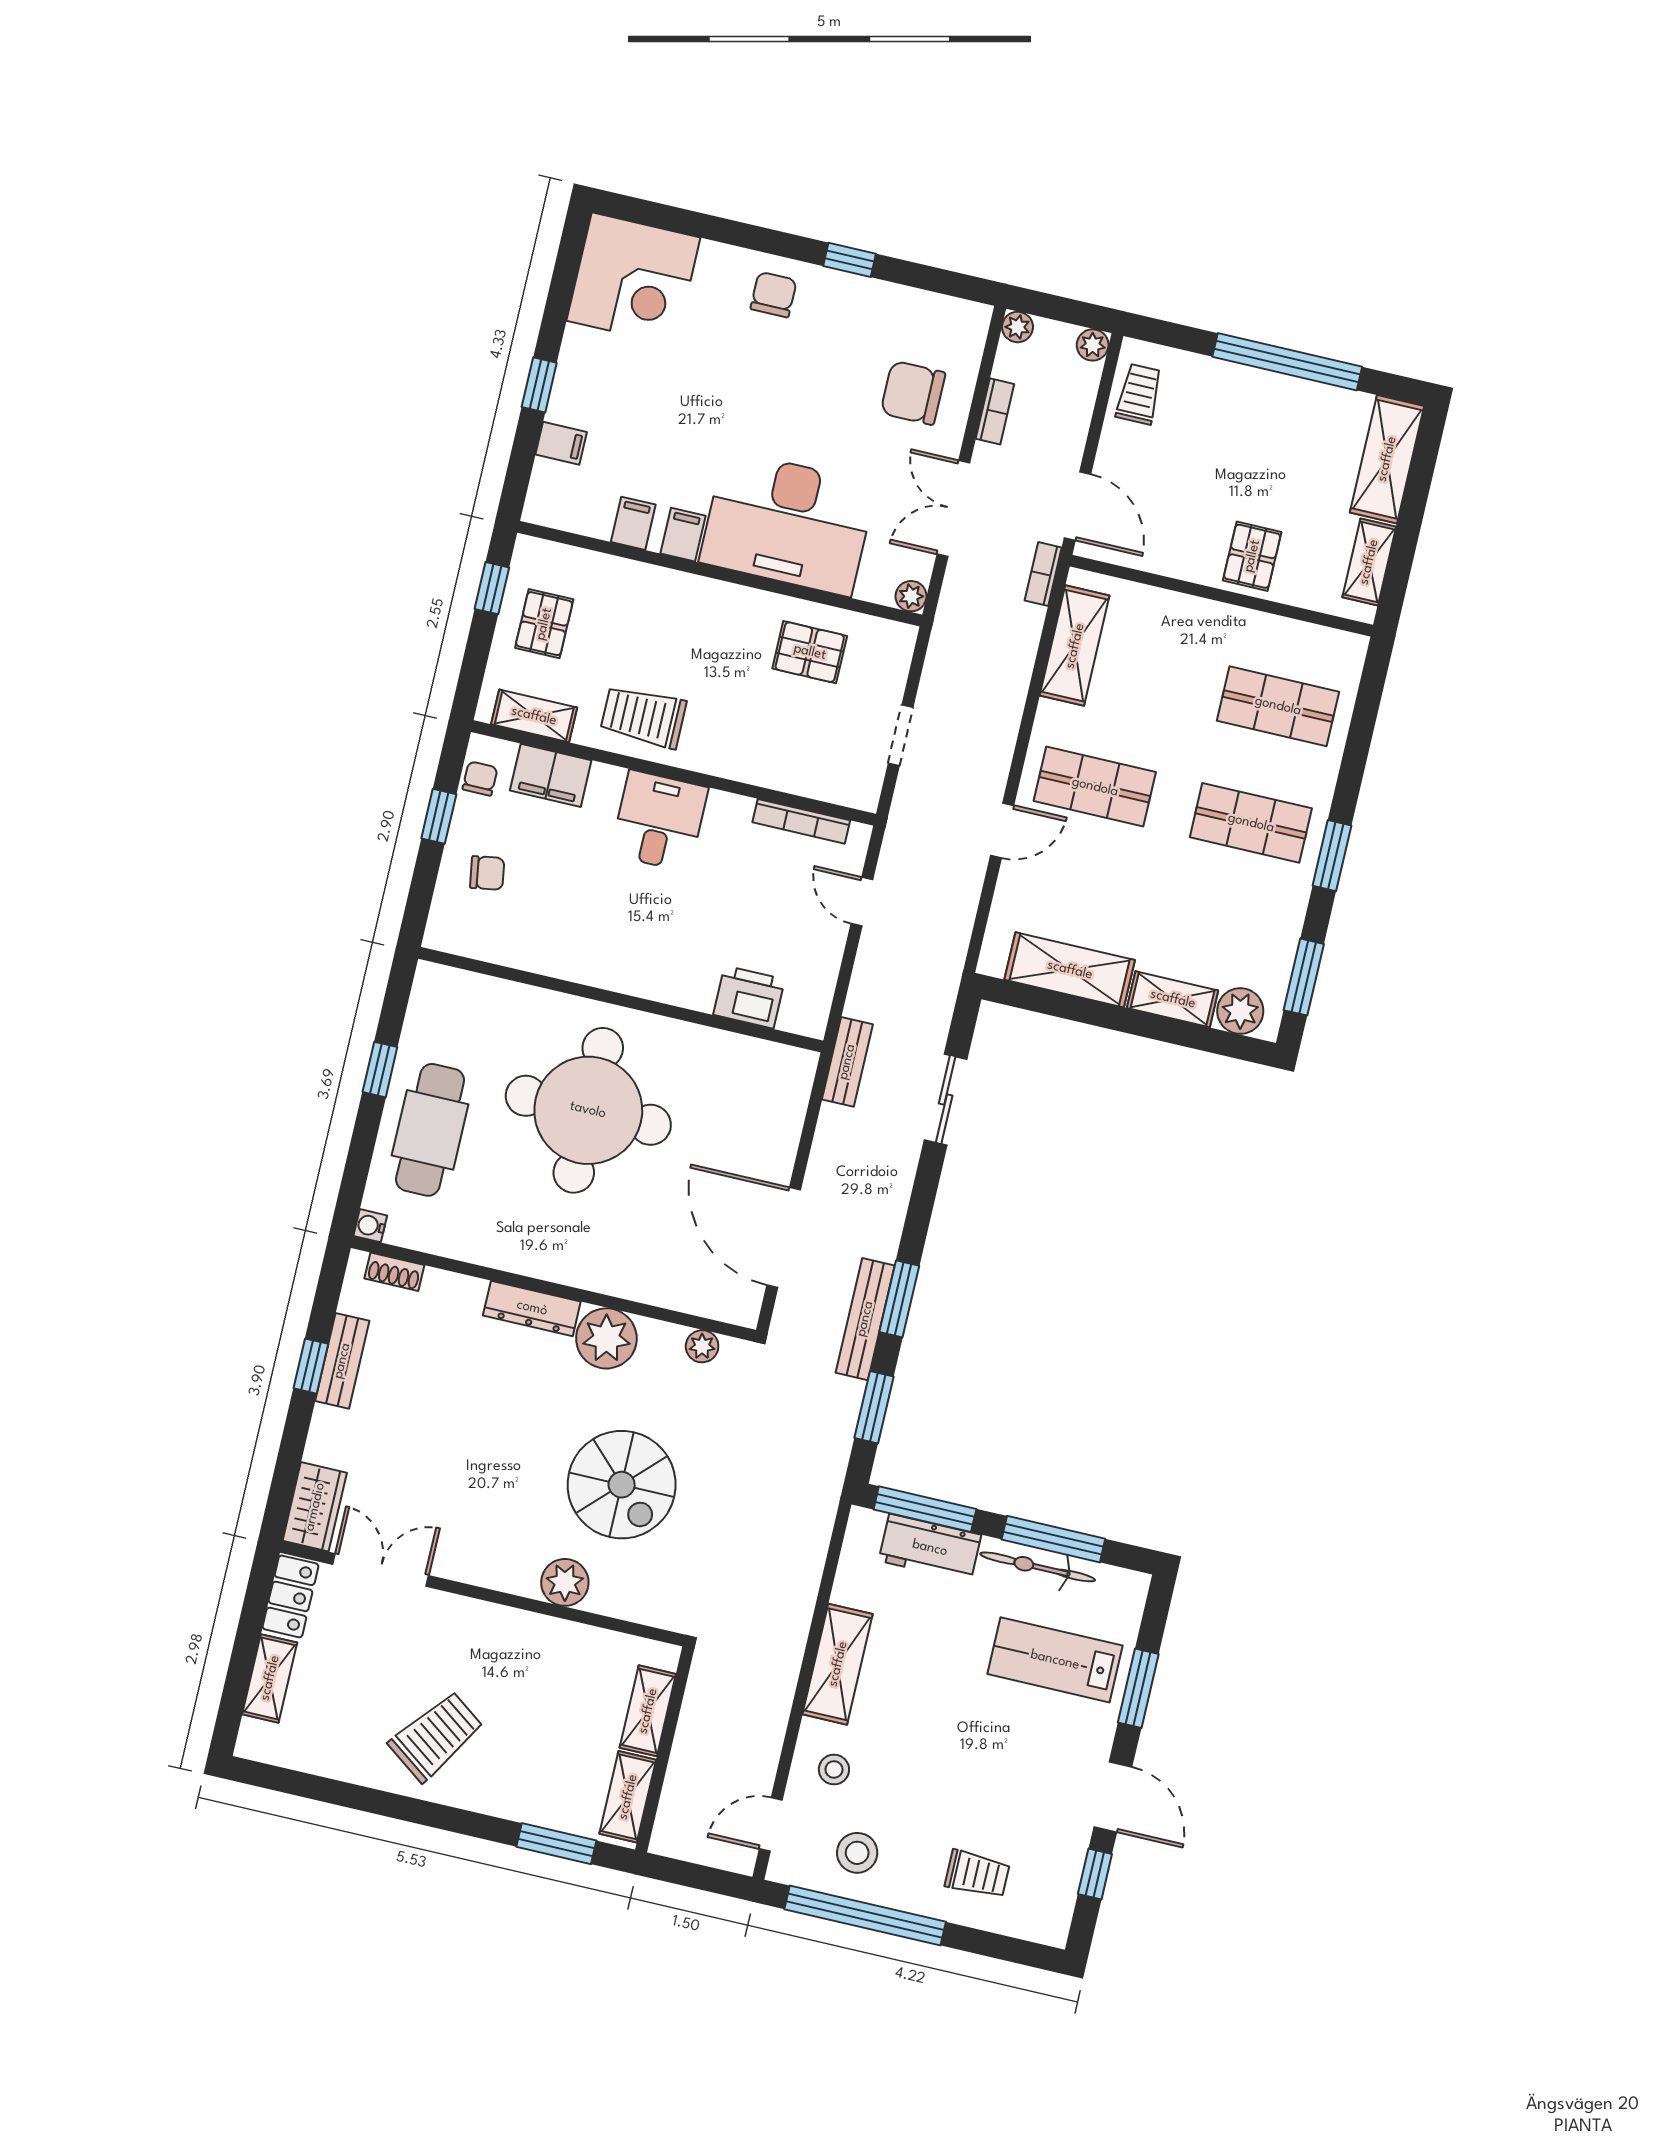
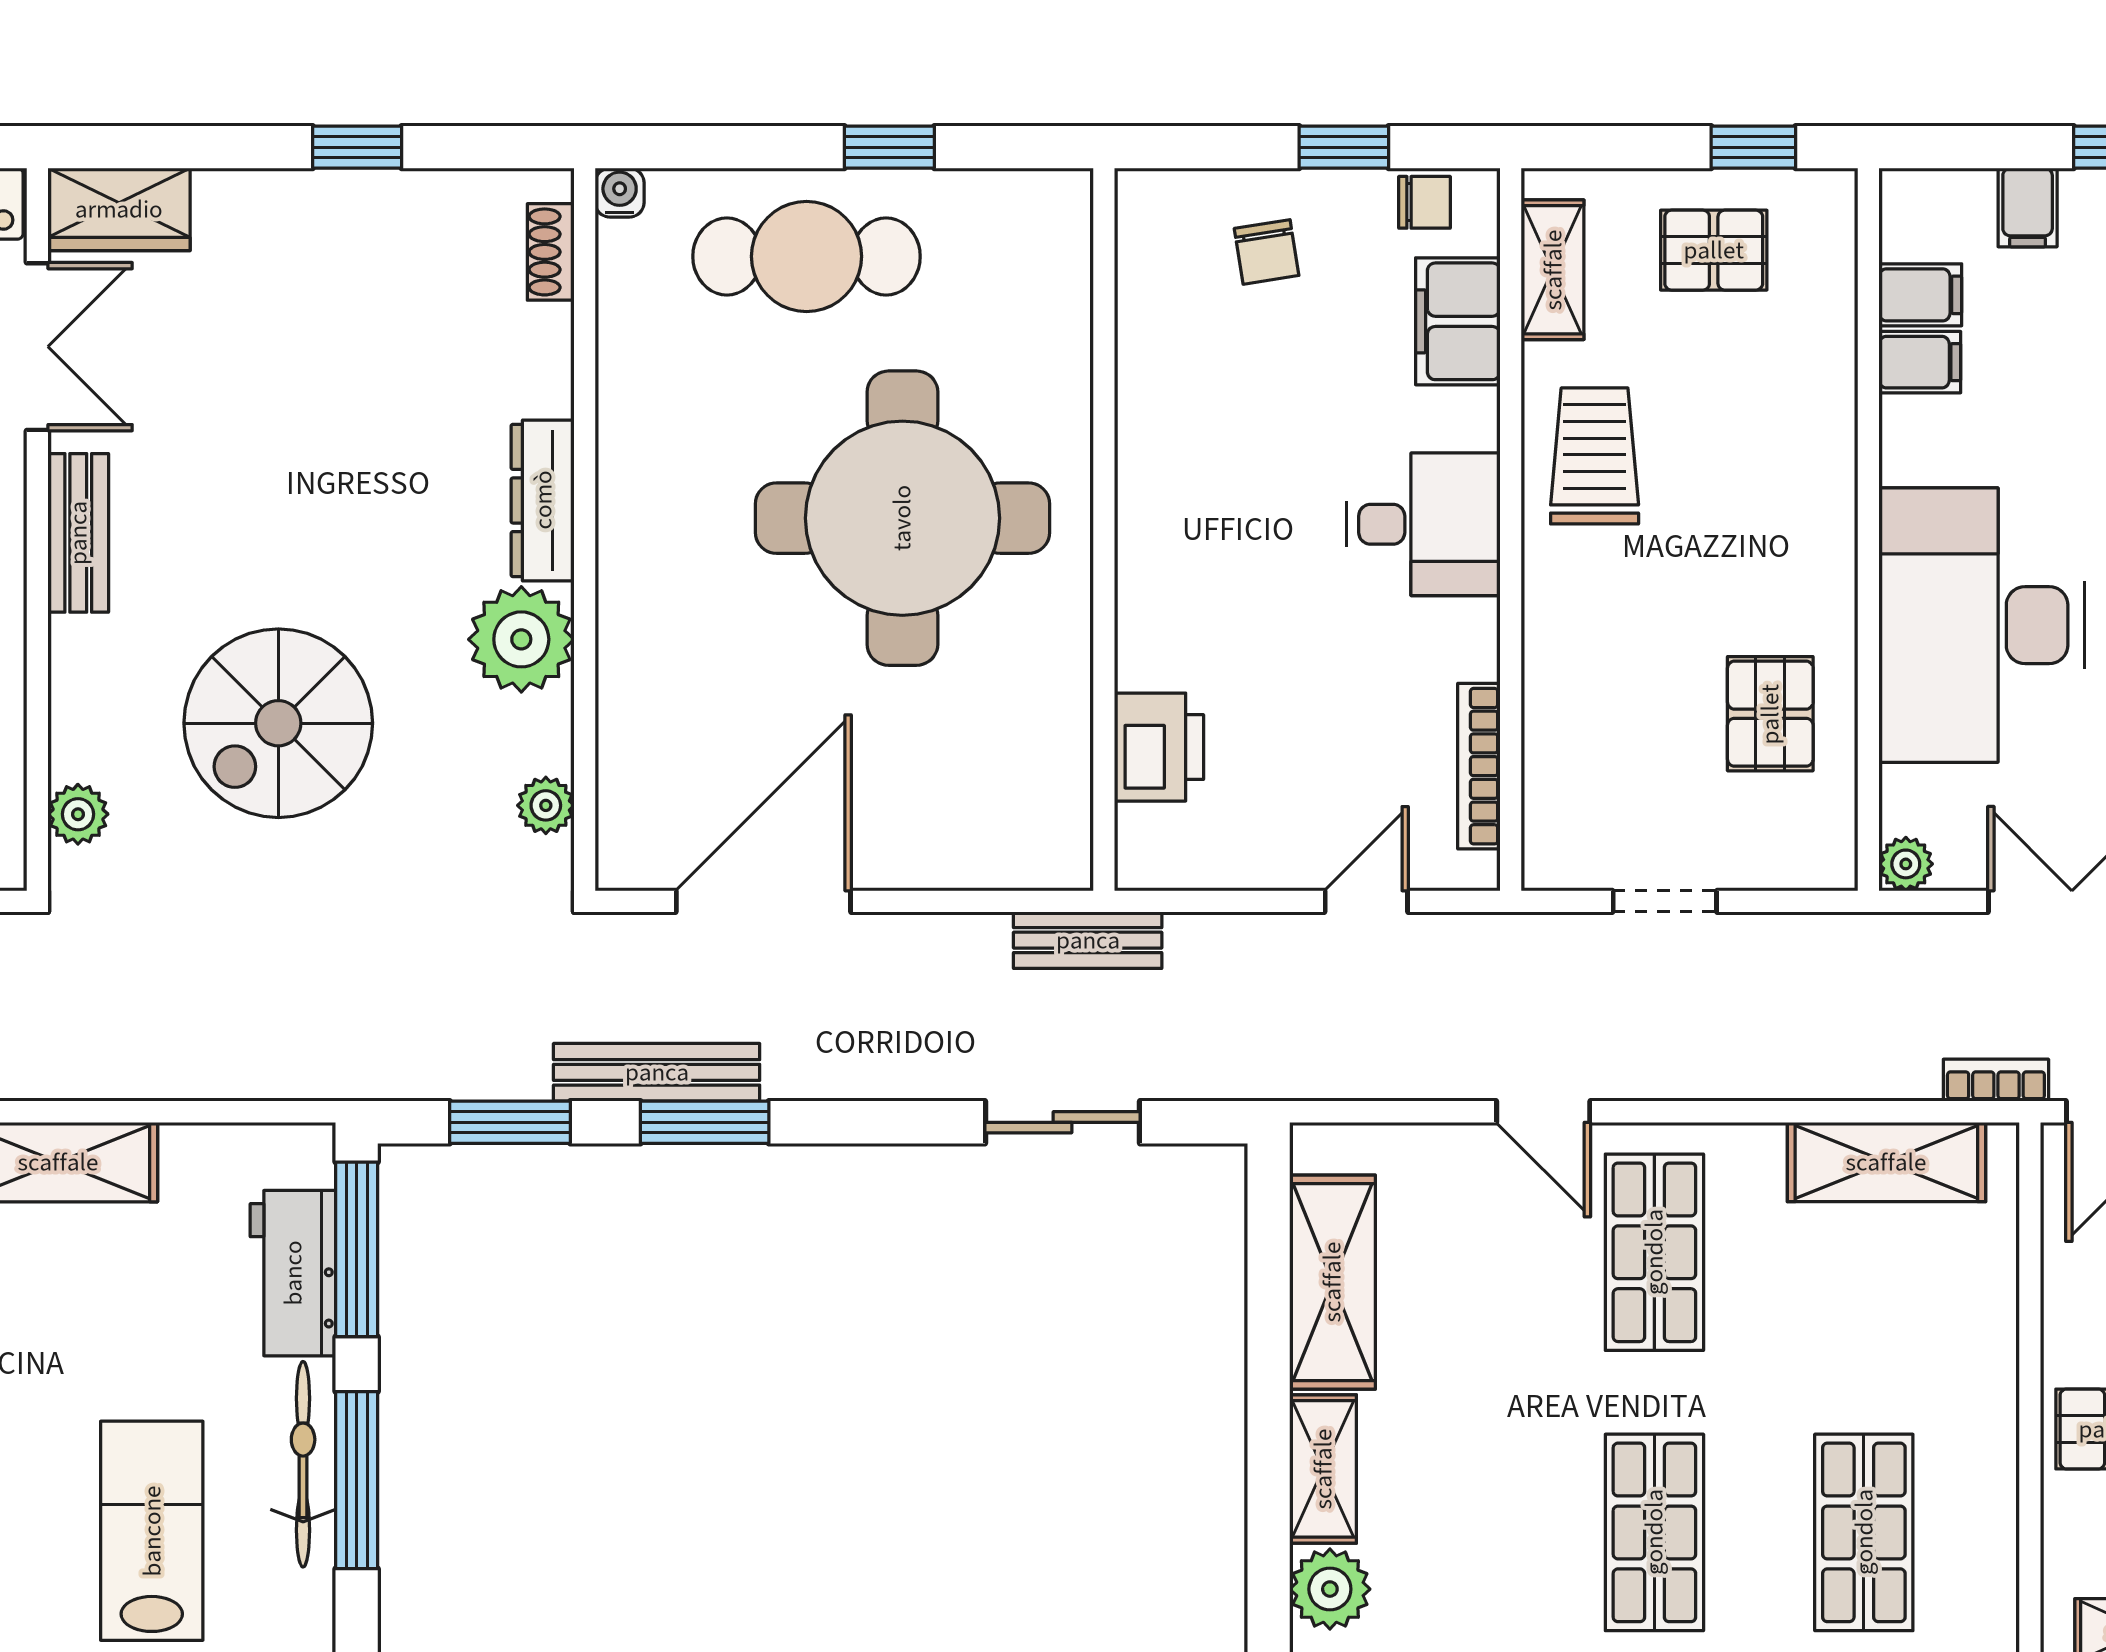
filing cabinet: (683, 535) -> (1920, 295), moved
bench: (342, 1361) -> (78, 533), moved, turned 90
plant: (565, 1582) -> (78, 814), moved, width x0.73, depth x0.73

